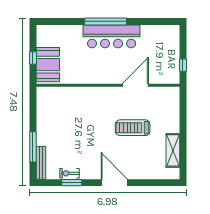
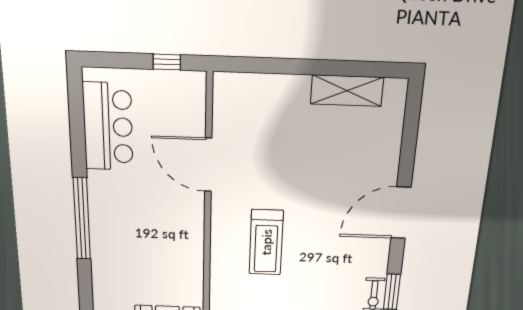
bar counter: (112, 36) -> (108, 127), moved, width x0.73
treadmill: (133, 128) -> (266, 242), moved

